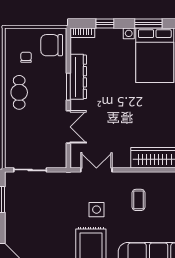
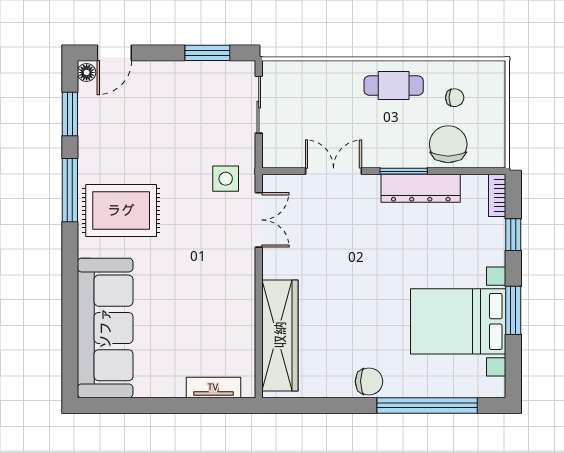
chair: (52, 45) -> (448, 144), moved
double door: (68, 127) -> (334, 171), swing flipped
coffee table: (138, 200) -> (207, 293), removed
side table: (97, 210) -> (226, 179), moved

